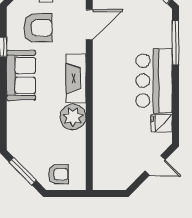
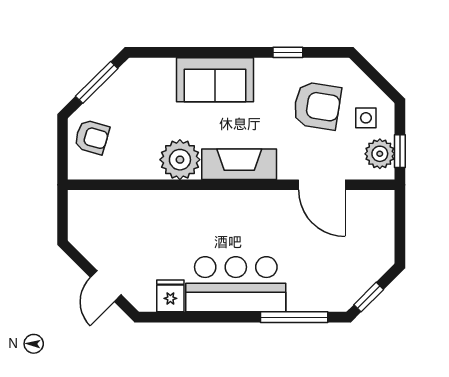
armchair: (38, 28) -> (317, 106), turned -81
sofa: (21, 75) -> (215, 80), moved
armchair: (58, 174) -> (92, 137), turned -74

